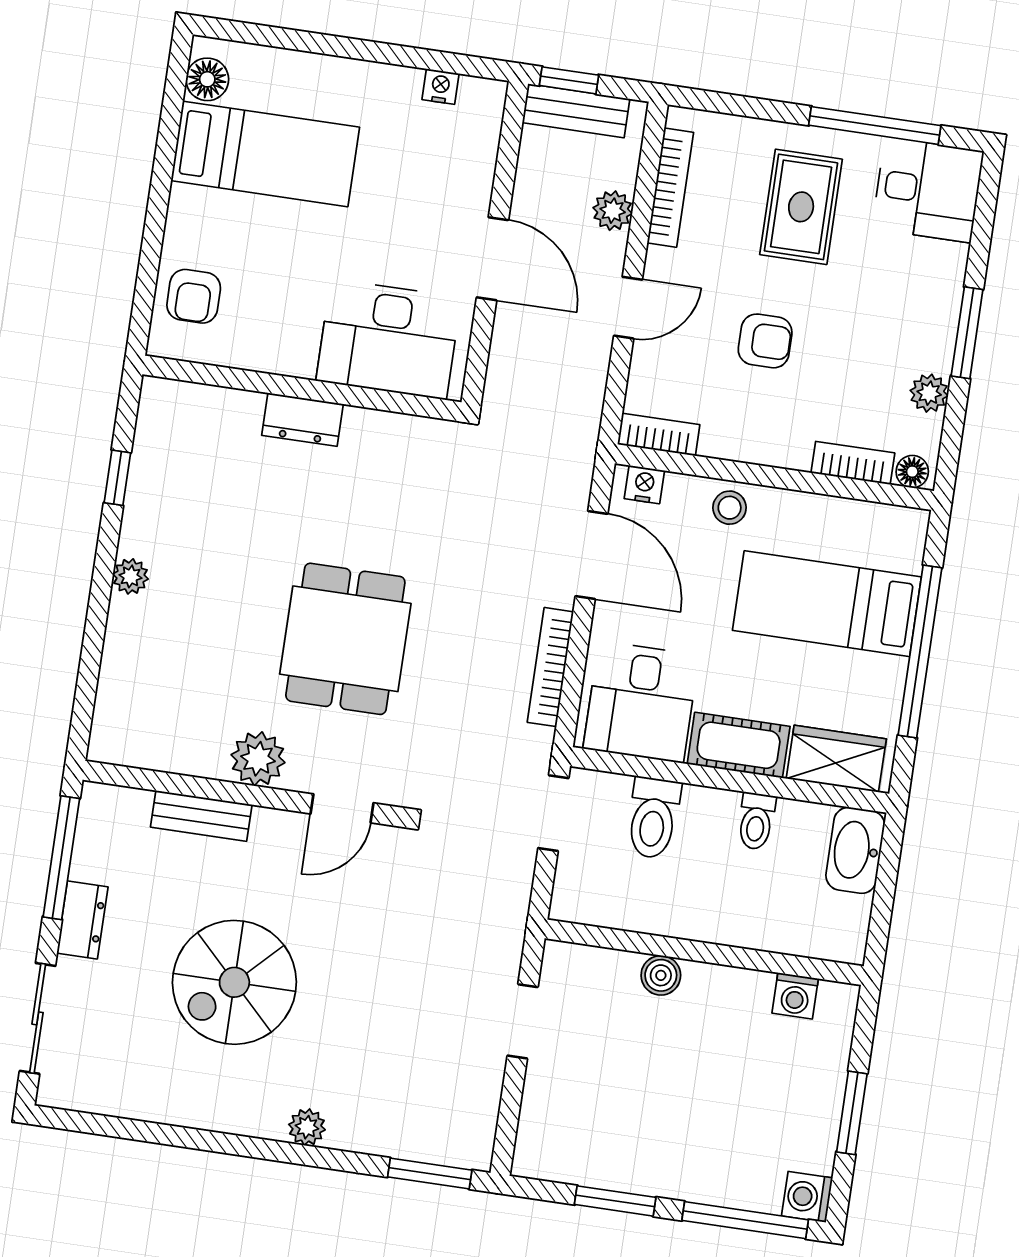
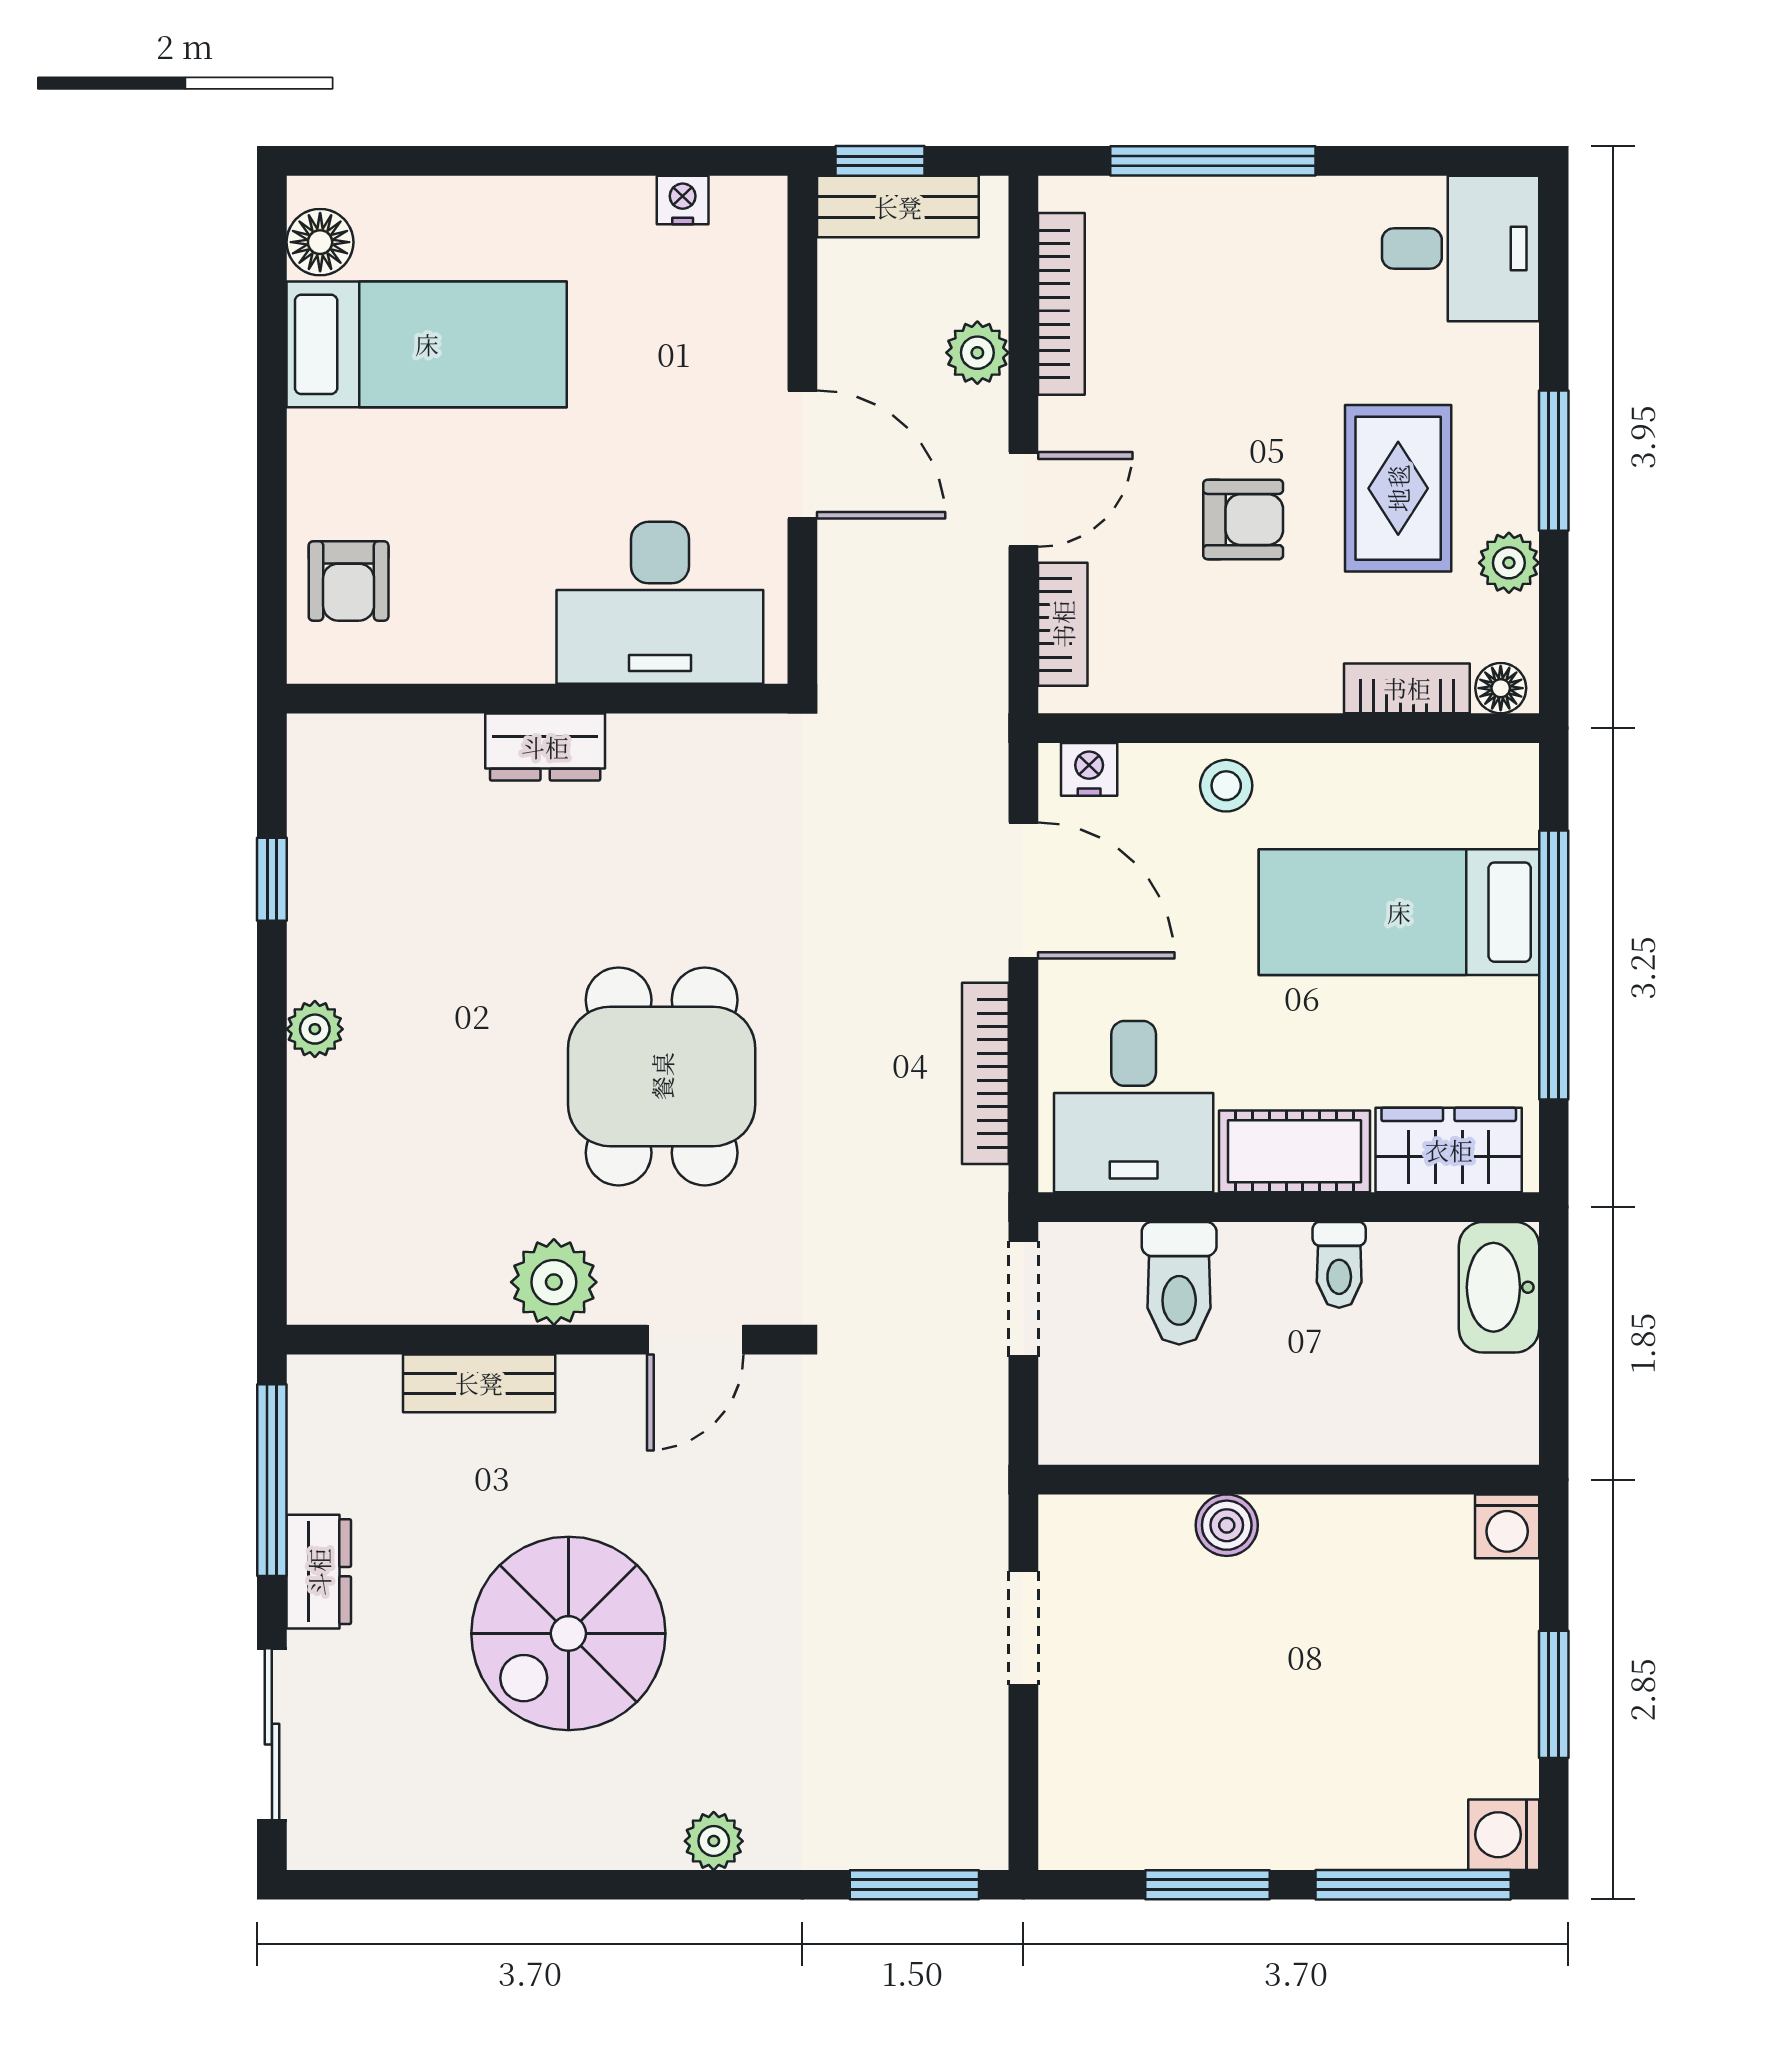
window: (875, 125) -> (1213, 161), moved
rug: (801, 207) -> (1398, 488), moved
bookcase: (659, 435) -> (1063, 624), moved, turned 90
washing machine: (795, 996) -> (1507, 1526), moved

